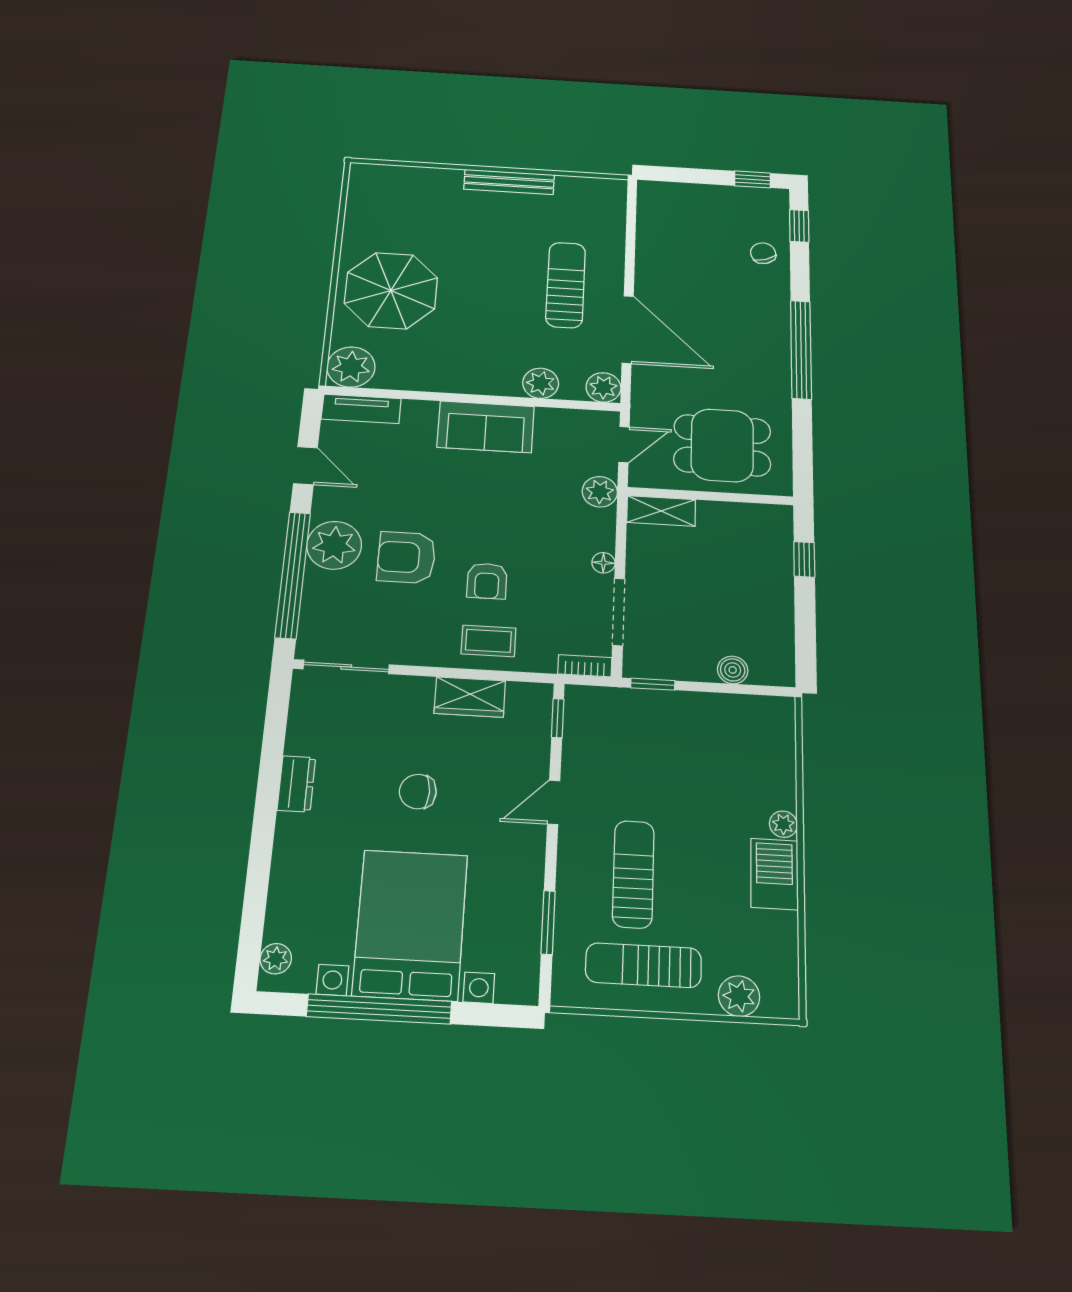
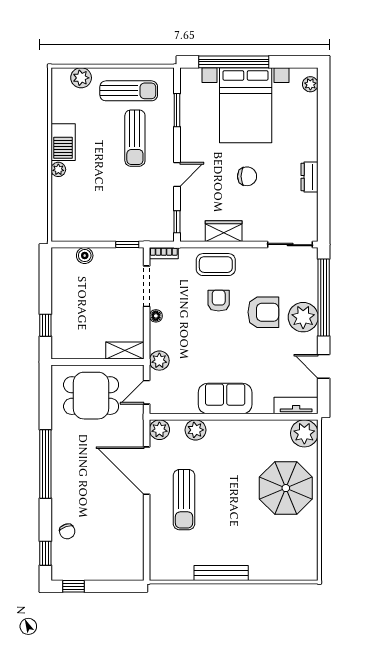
coffee table: (488, 641) -> (216, 265), width x1.36, depth x1.30
window: (379, 1009) -> (234, 62), moved

